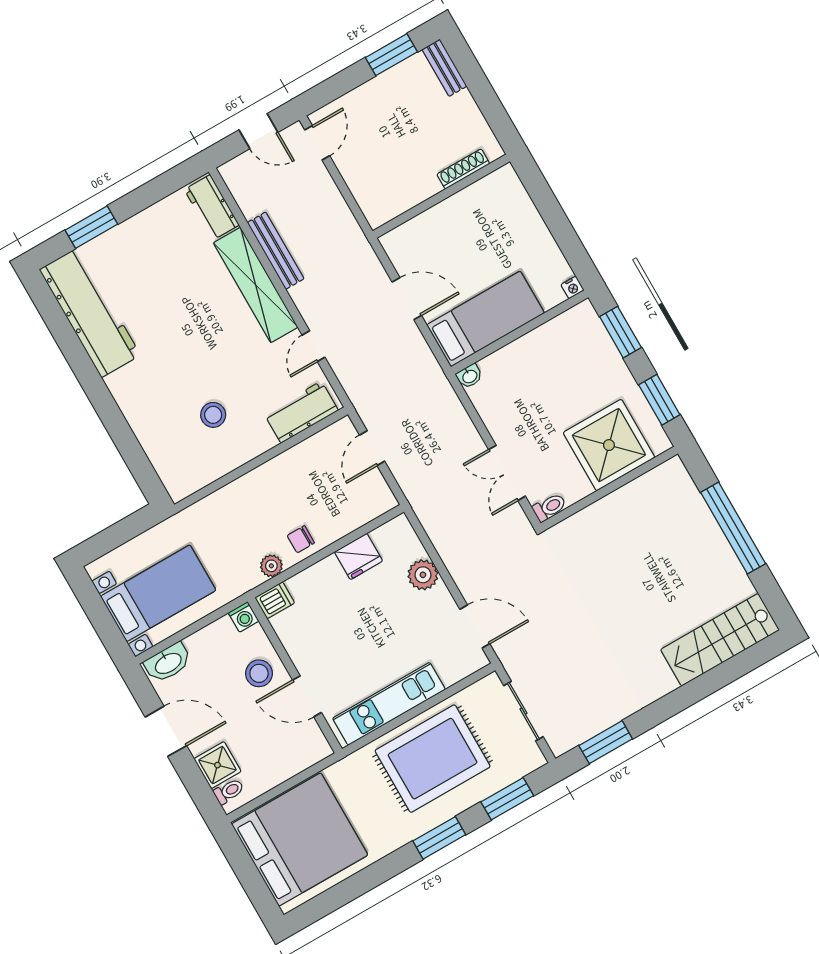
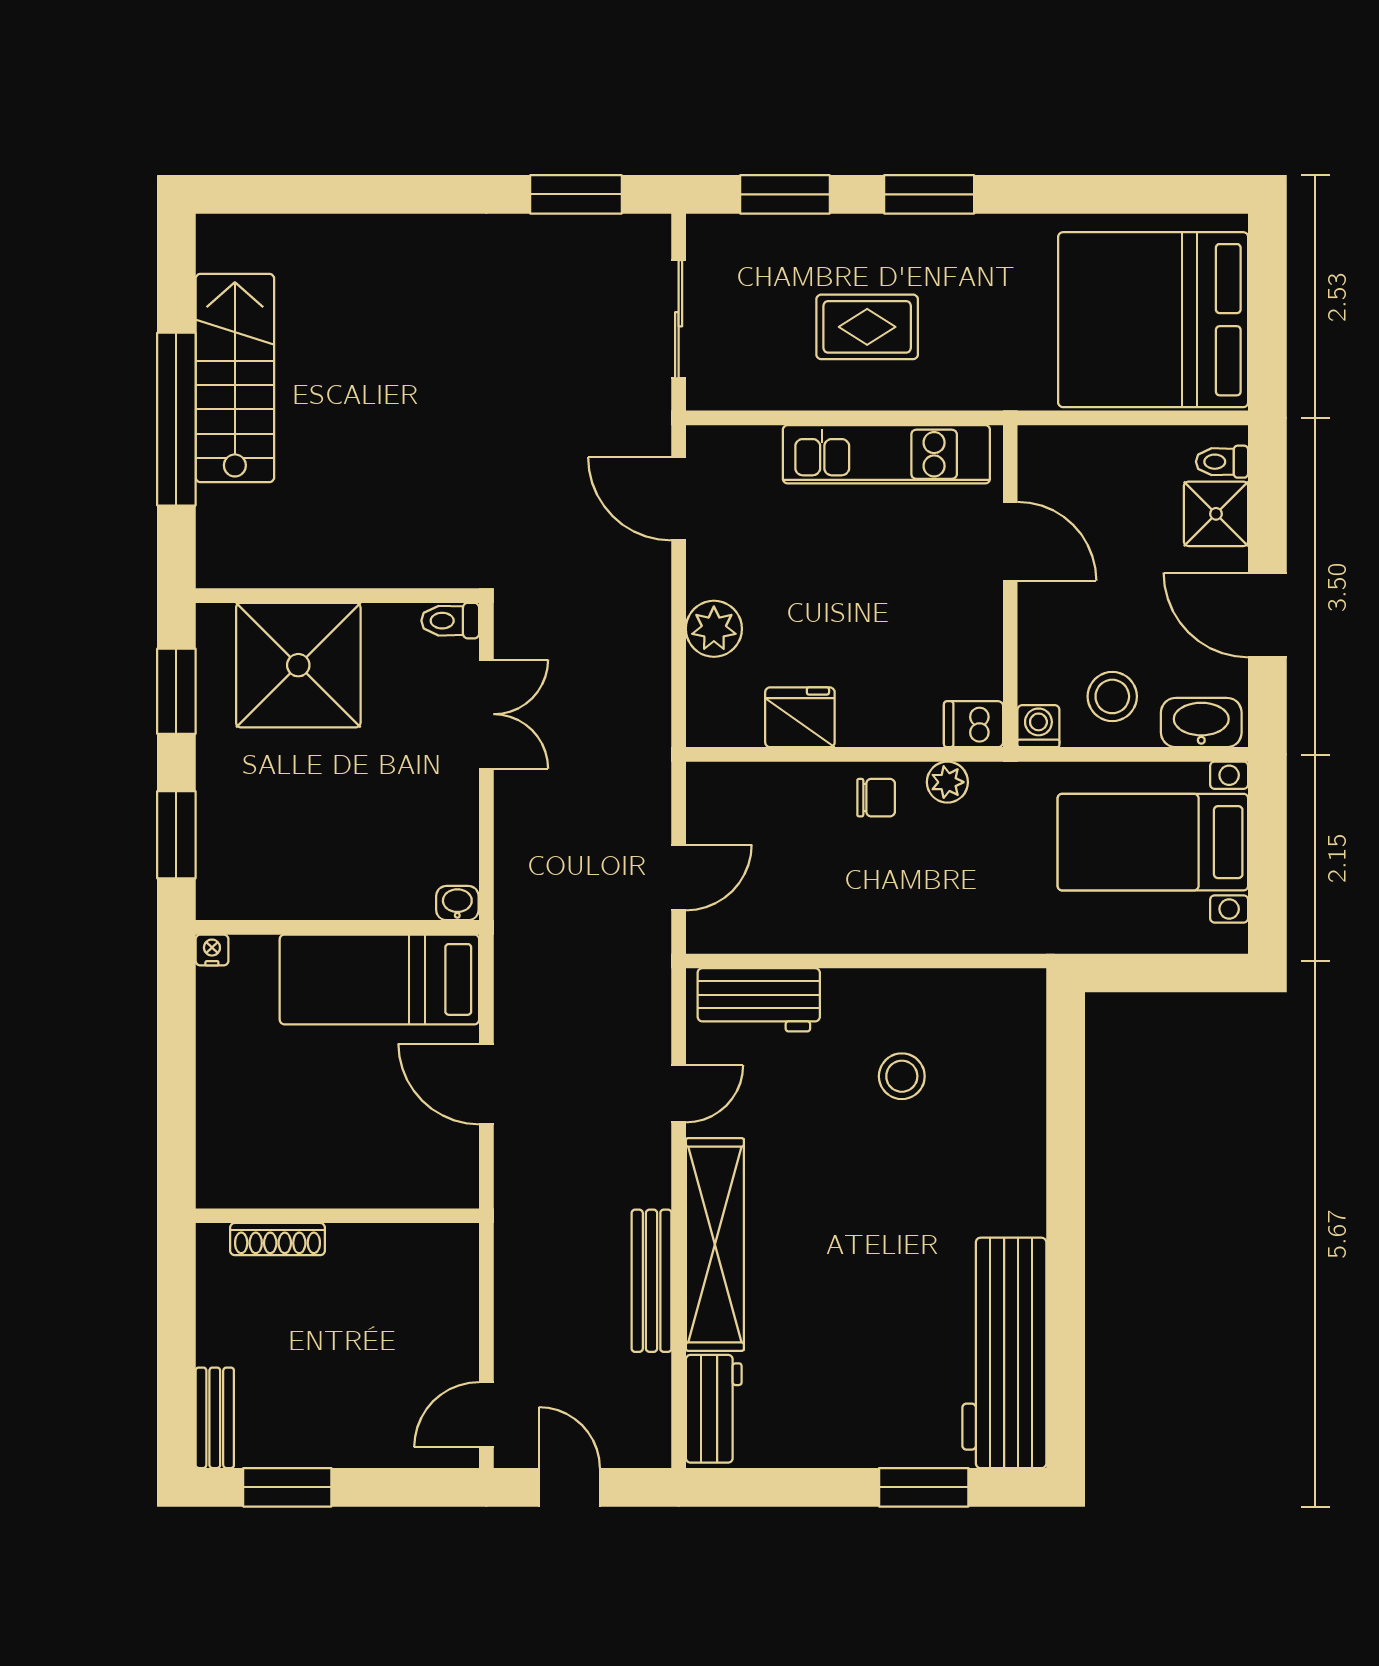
stairs: (720, 640) -> (235, 378), moved, turned -90
stool: (259, 673) -> (1112, 696), moved
rug: (433, 759) -> (867, 327), width x0.54, depth x0.49

